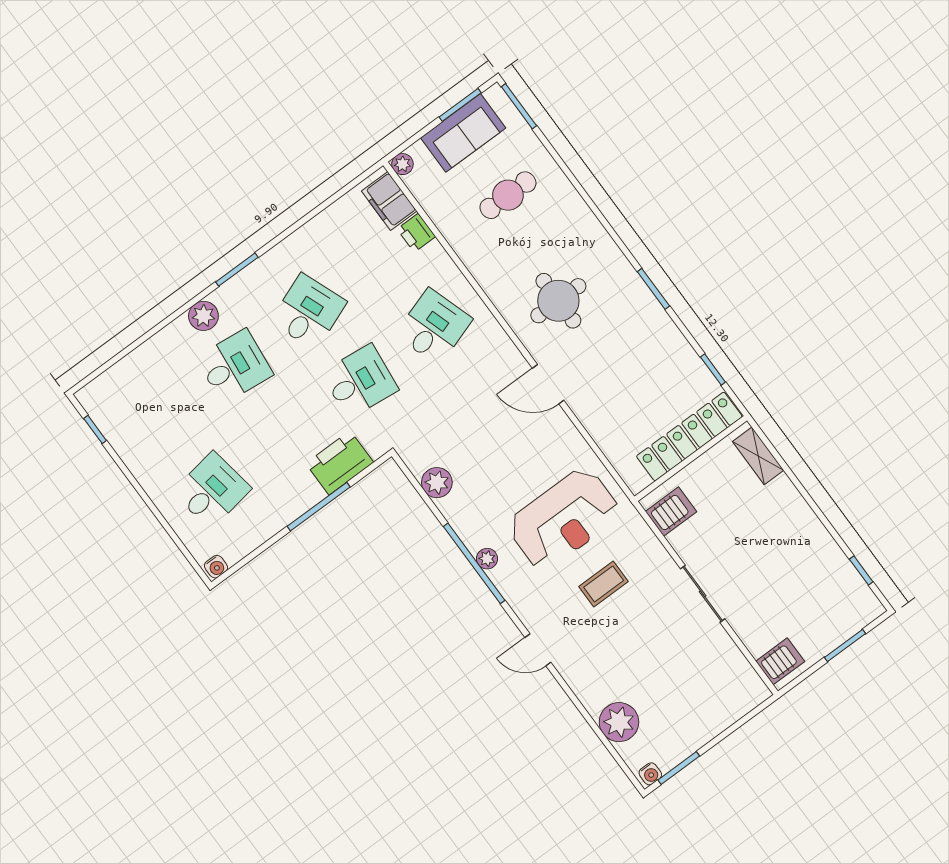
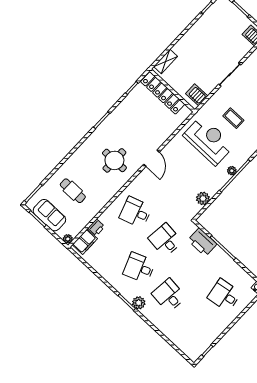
plant: (203, 316) -> (139, 303), moved

